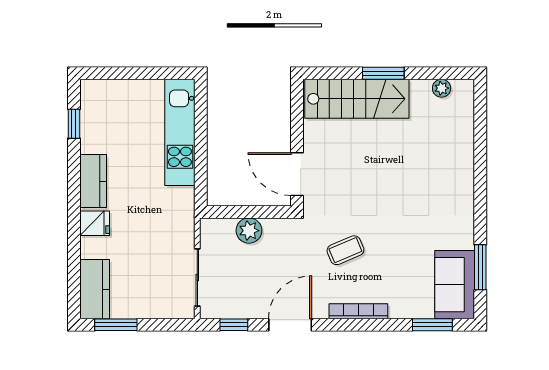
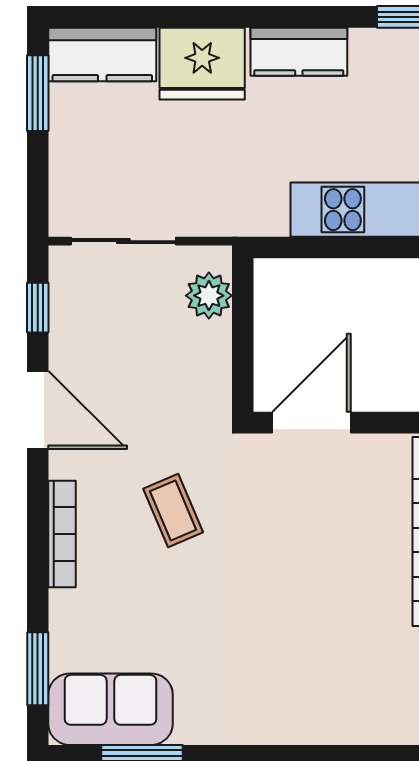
fridge: (95, 223) -> (202, 64), width x1.88, depth x1.34
plant: (249, 231) -> (209, 296), moved

